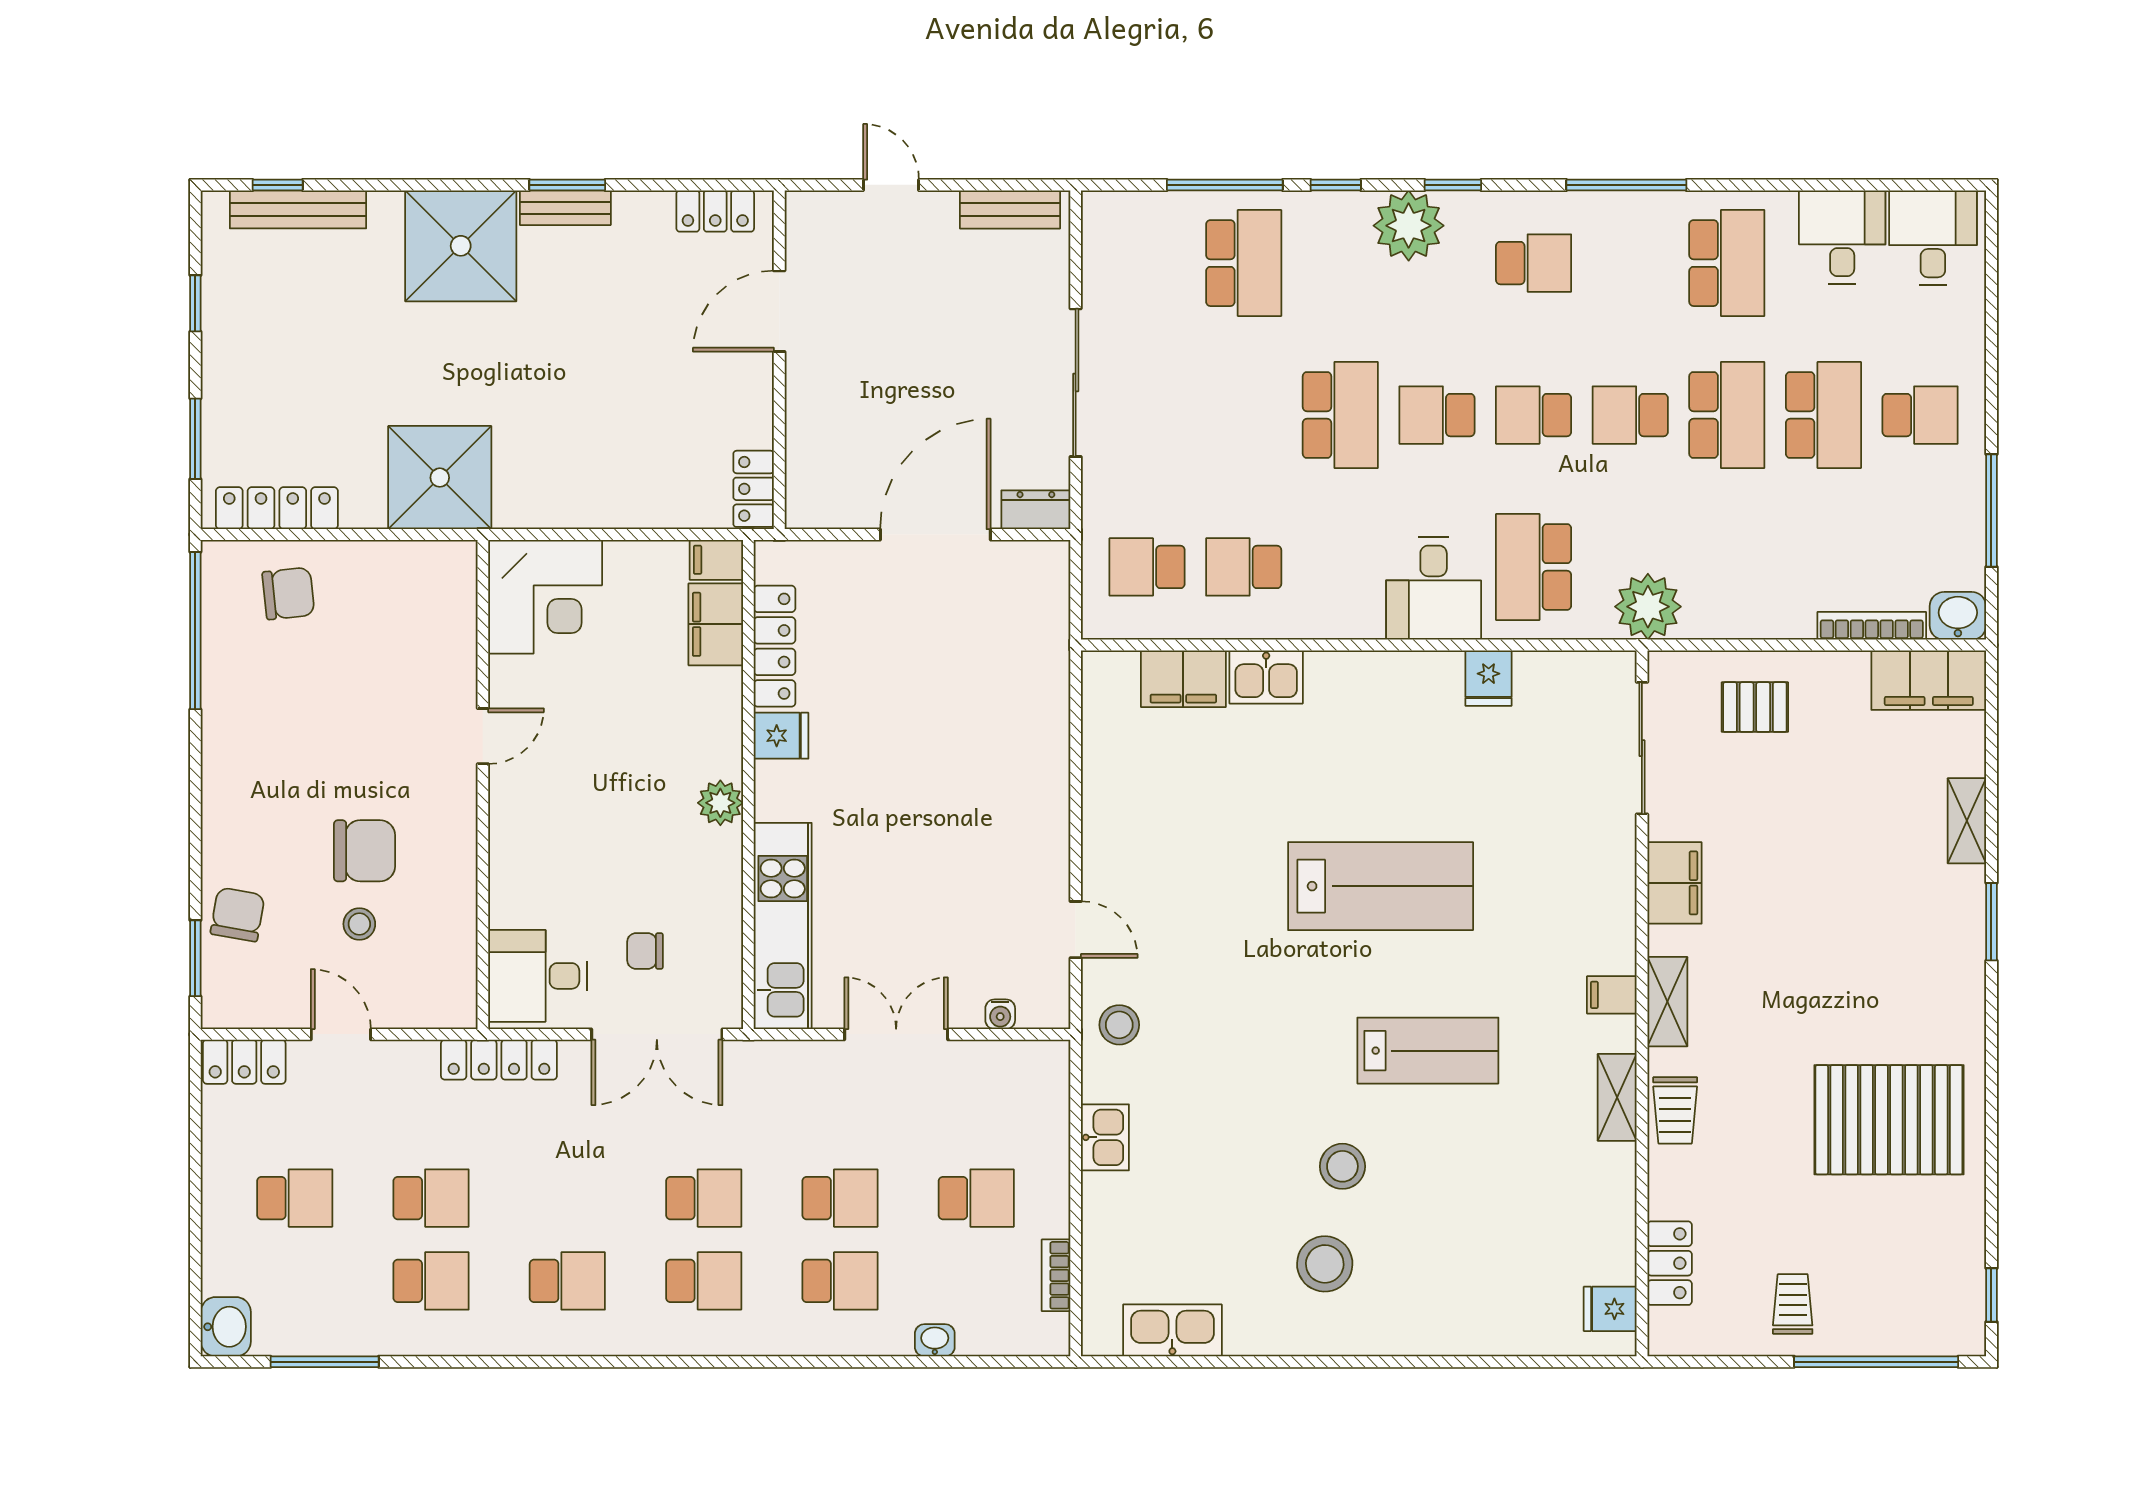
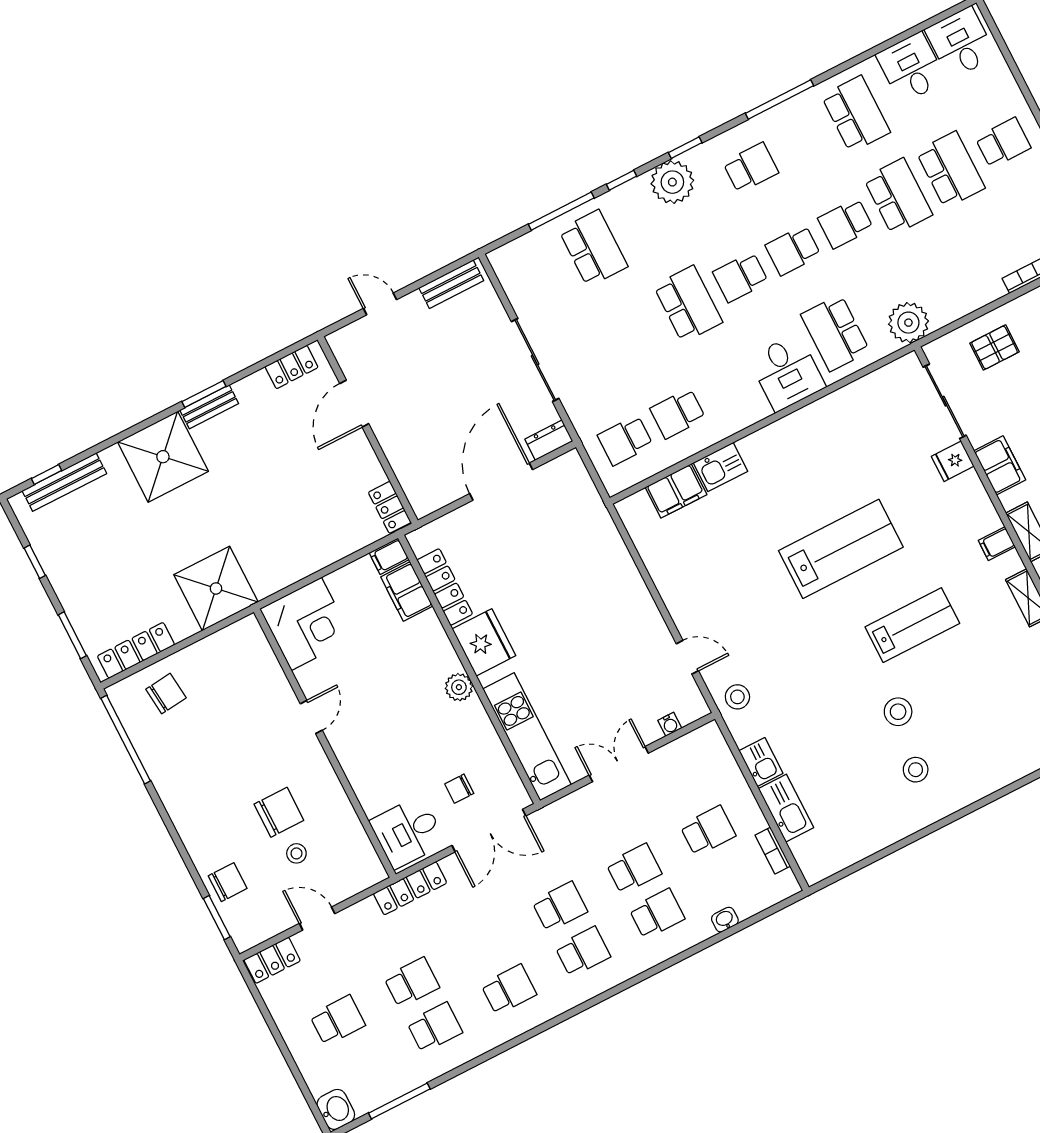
fridge: (1489, 678) -> (953, 461), moved, turned 90
fridge: (781, 736) -> (484, 642), width x1.88, depth x1.34
chair: (238, 915) -> (228, 882), turned 80
stool: (1325, 1264) -> (916, 770), width x0.73, depth x0.73
kitchen sink: (1172, 1330) -> (786, 808), moved, turned 90

